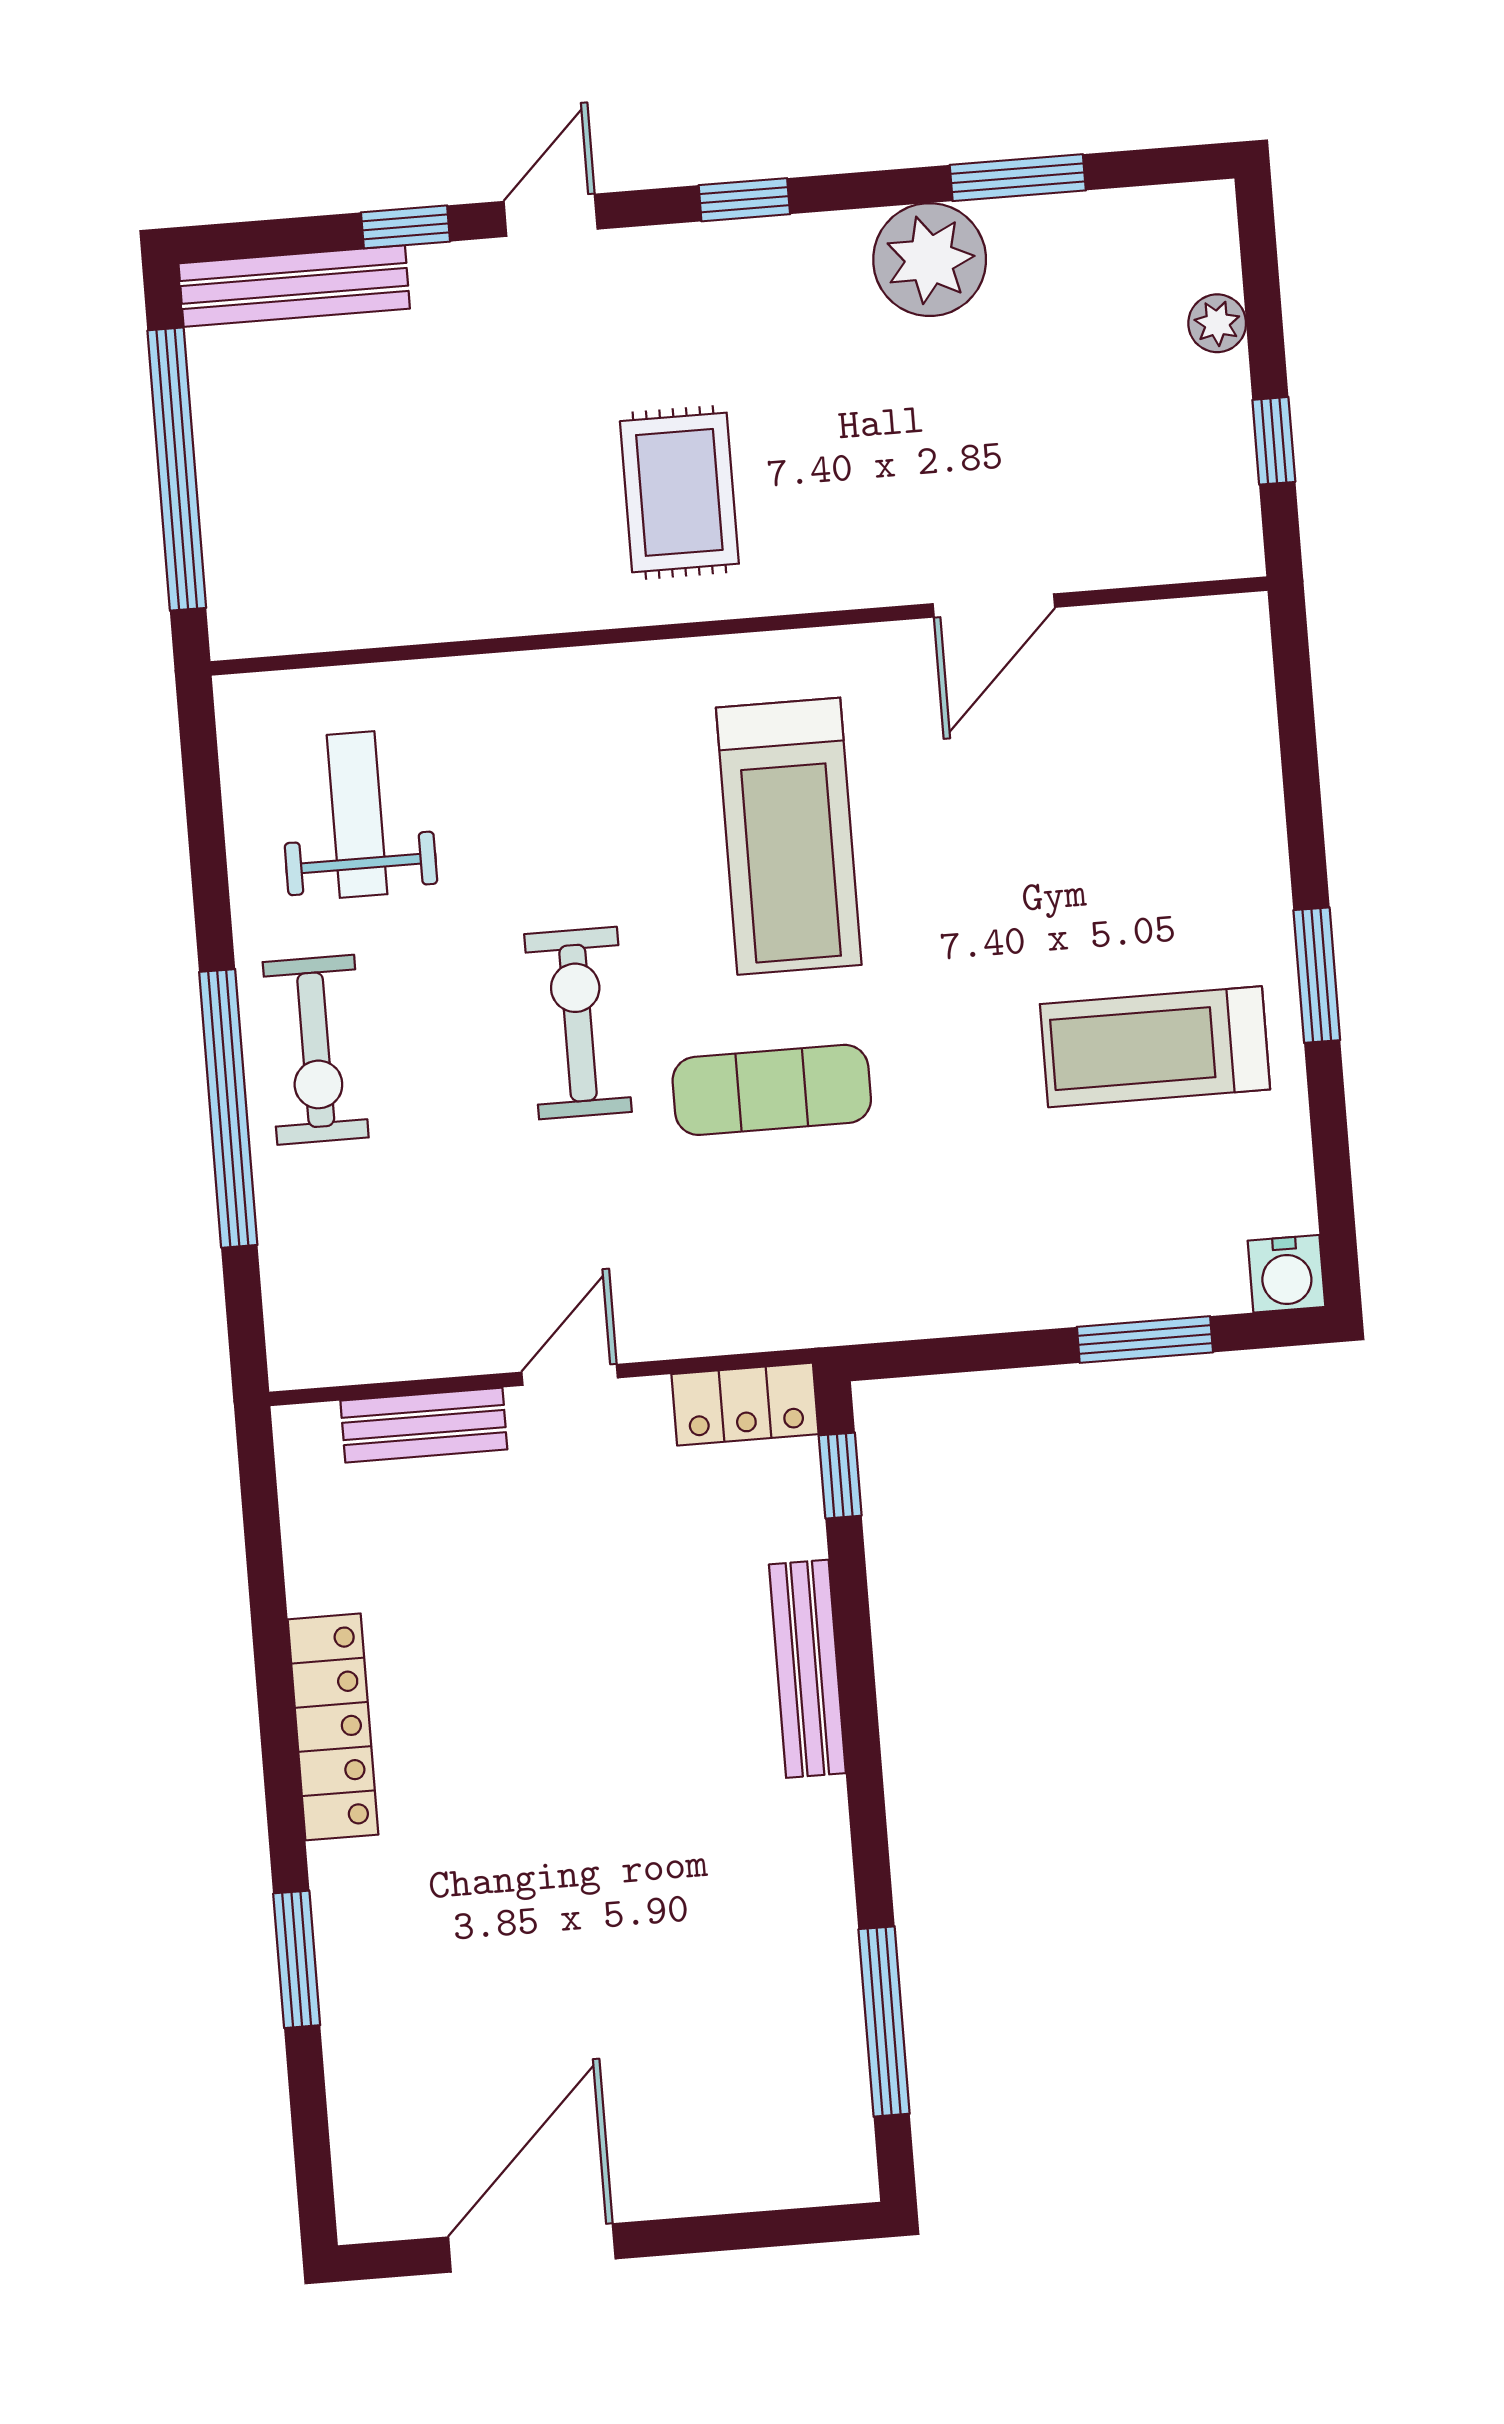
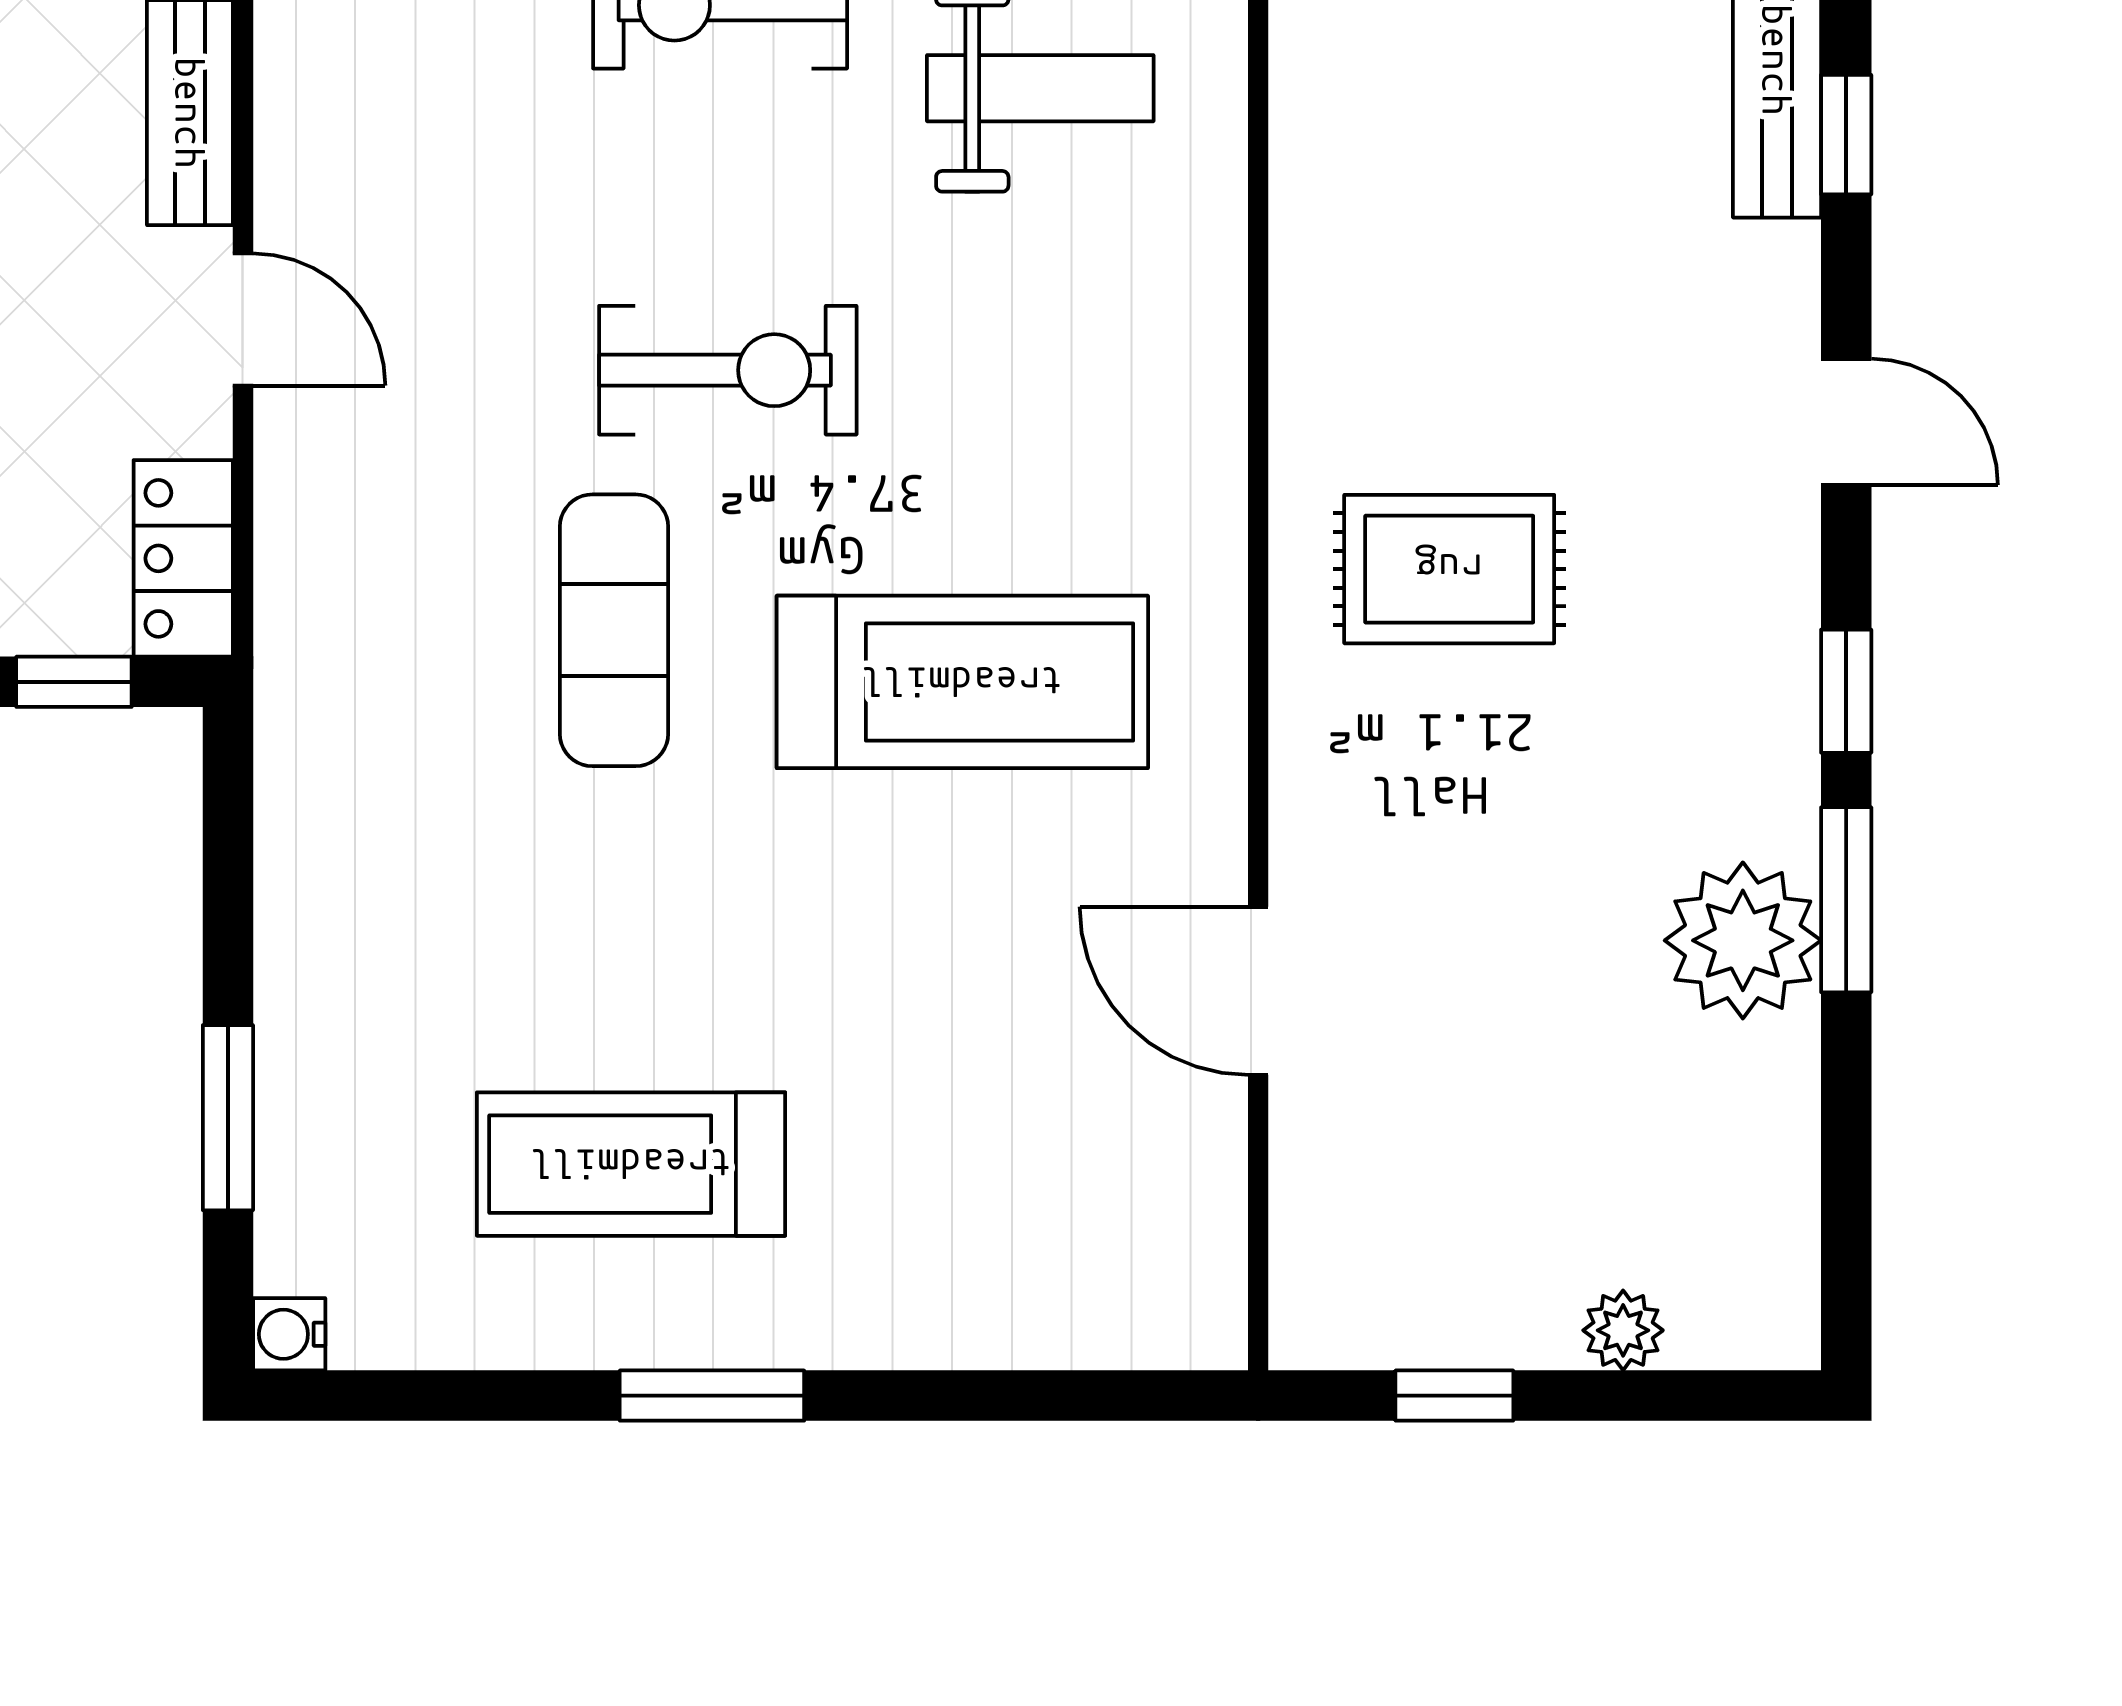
window: (1018, 178) -> (1846, 900), moved
window: (405, 227) -> (1846, 135), moved
treadmill: (789, 836) -> (962, 682), turned 180
treadmill: (1155, 1047) -> (631, 1164), turned -90
water cooler: (1286, 1274) -> (289, 1334), width x0.72, depth x0.72

